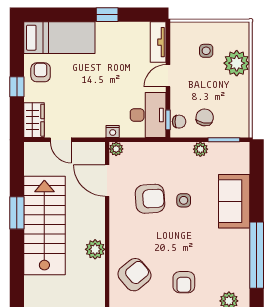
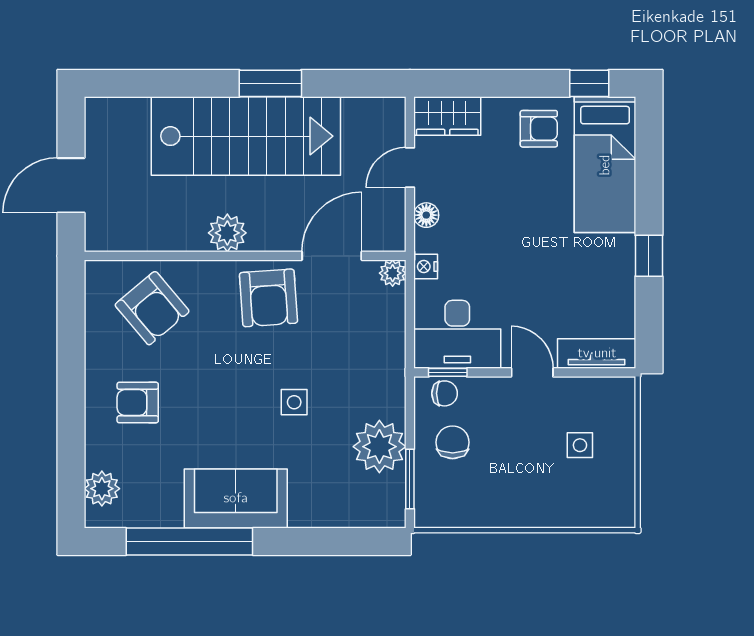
plant: (237, 63) -> (556, 503), removed
window: (17, 87) -> (589, 83), moved
chair: (205, 117) -> (453, 442), turned -101
chair: (179, 122) -> (445, 393), turned -90
floor lamp: (86, 131) -> (426, 215), added
plant: (200, 149) -> (379, 447), width x1.87, depth x1.87
armchair: (150, 199) -> (268, 298), moved
sofa: (234, 201) -> (236, 498), moved
plant: (95, 249) -> (227, 233), moved

